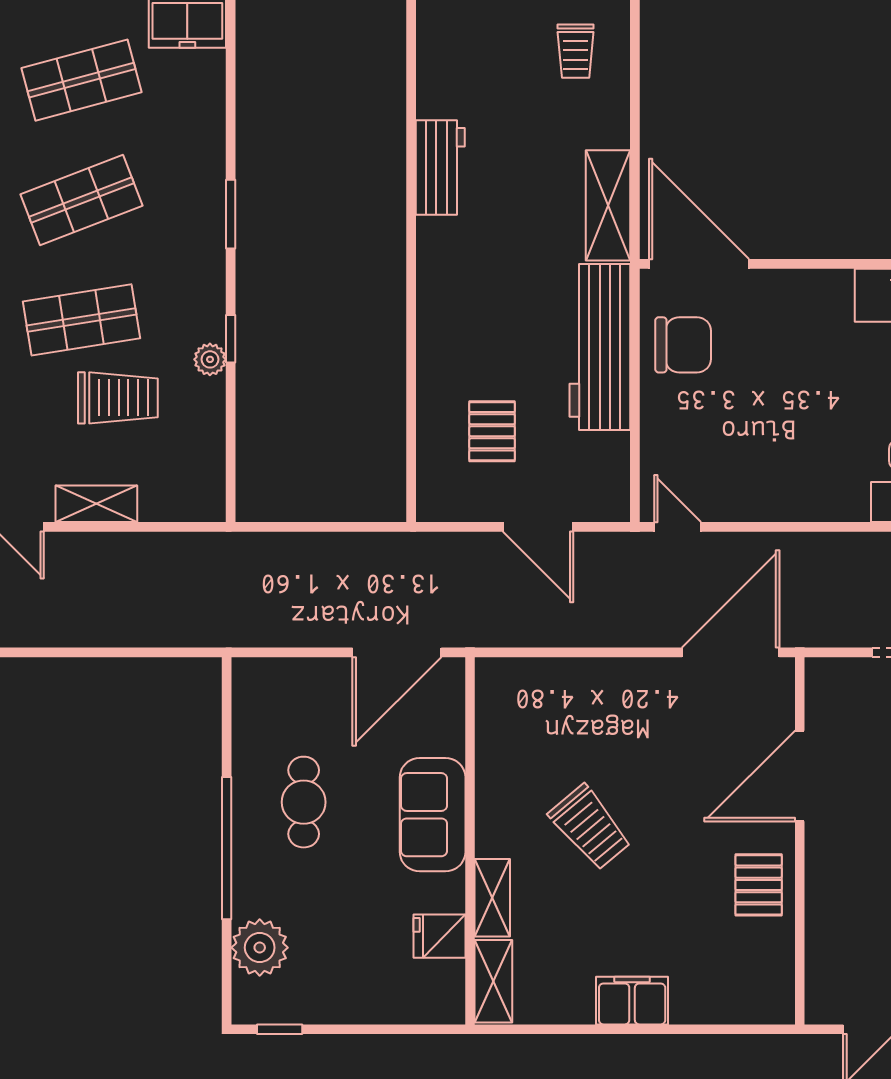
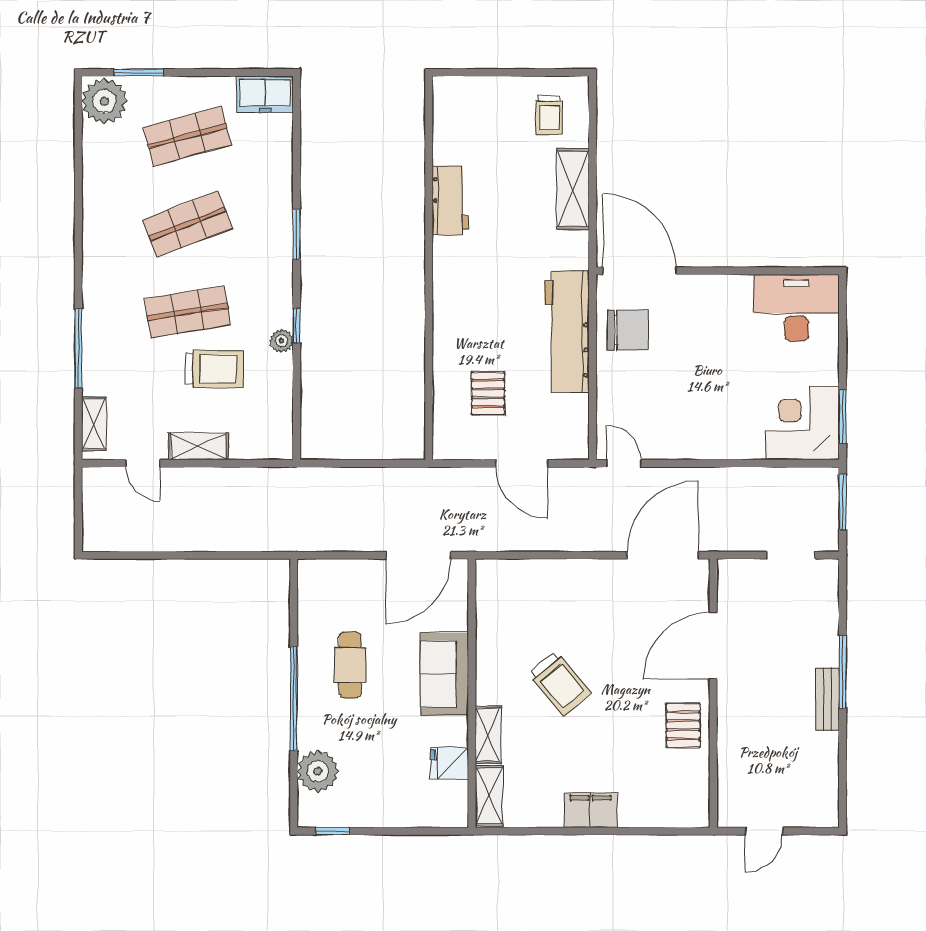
shelving: (608, 205) -> (573, 189), moved

